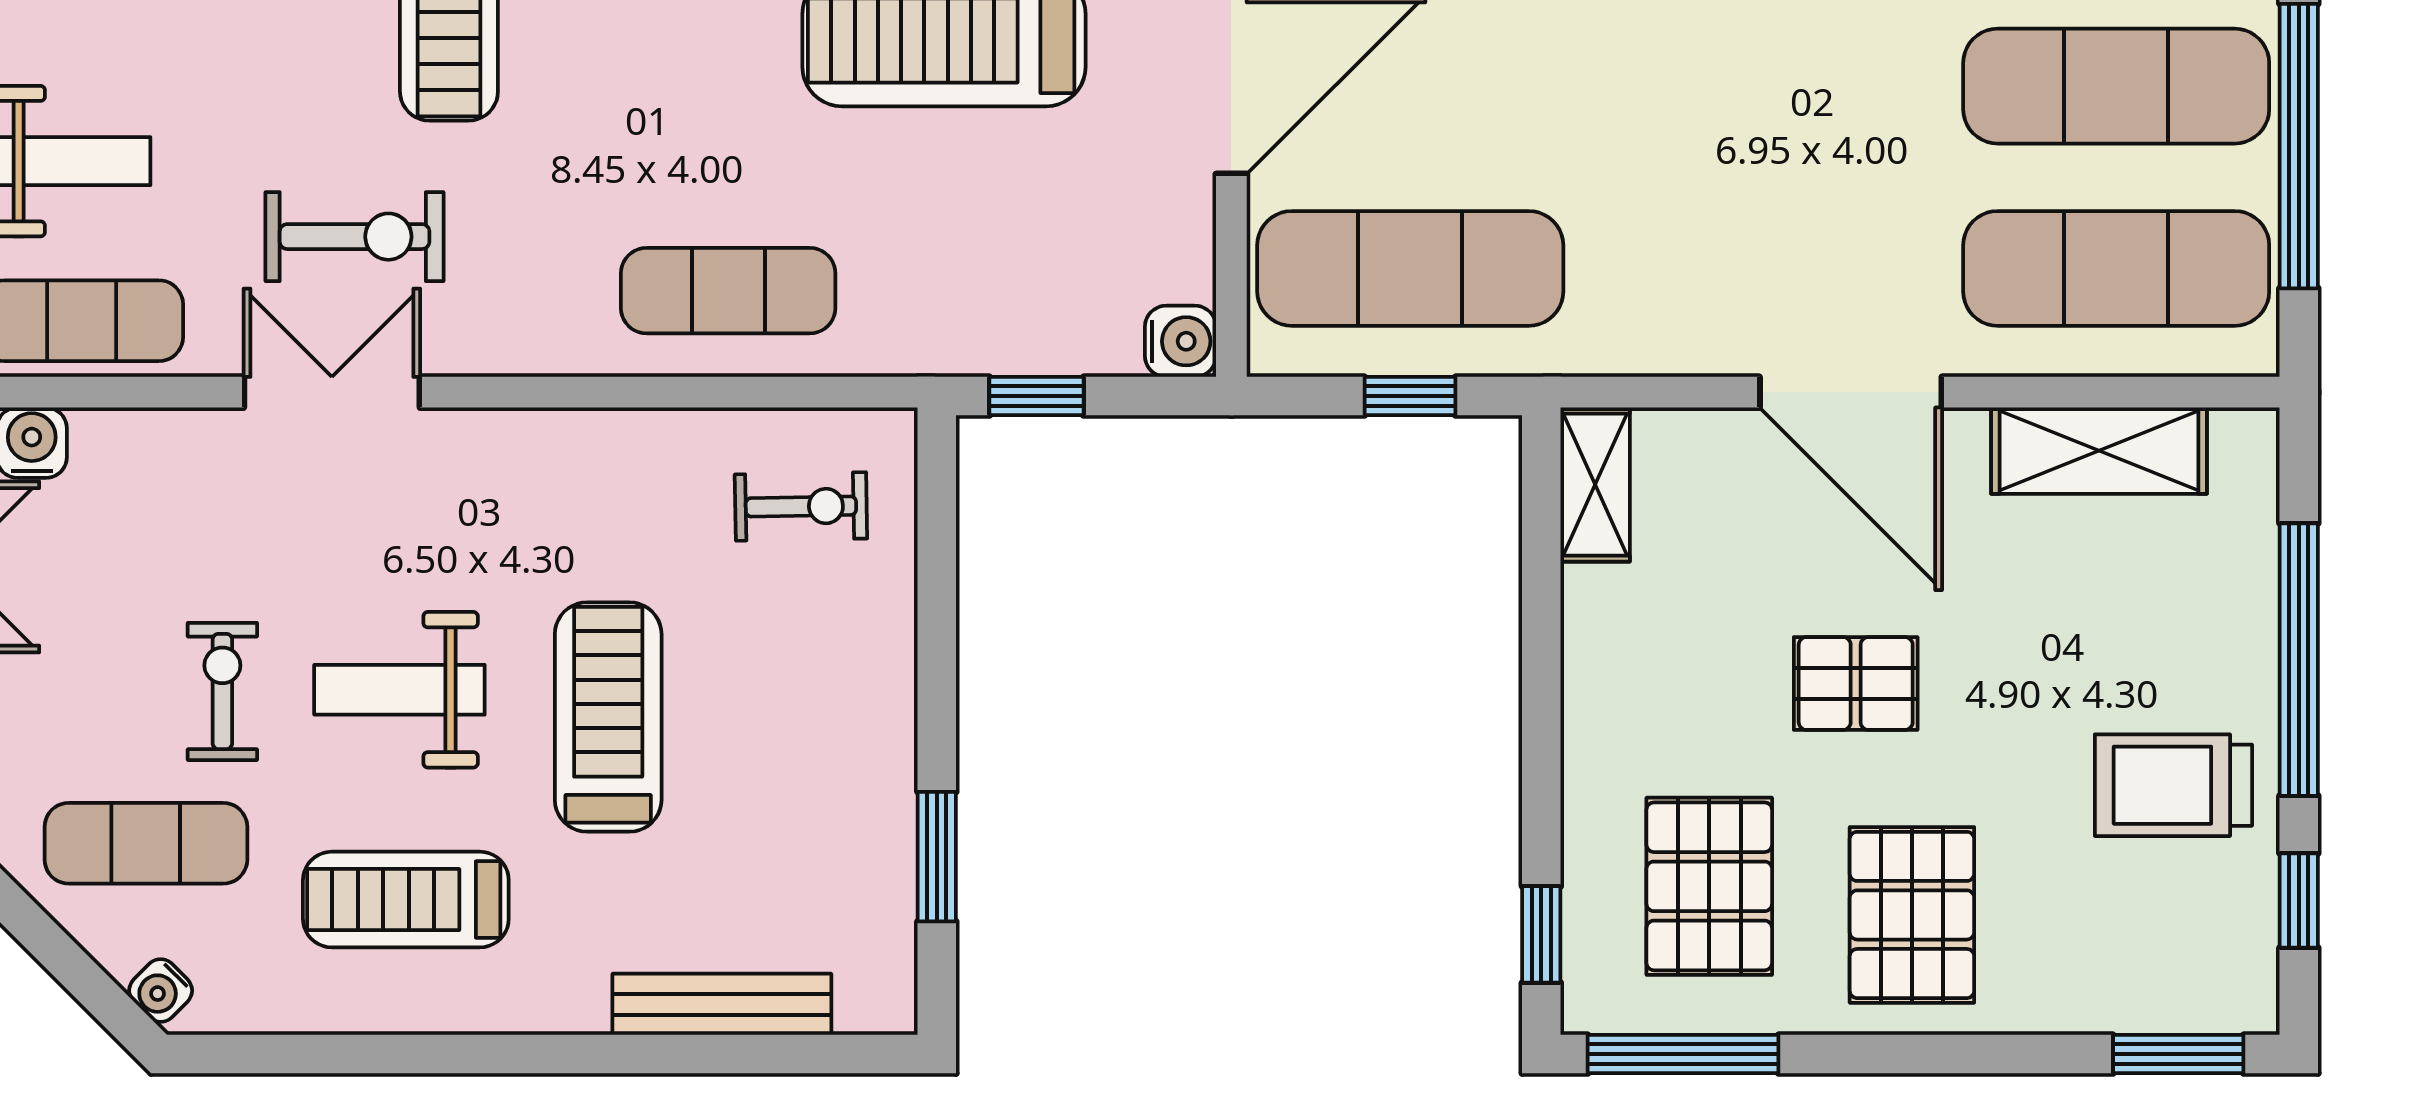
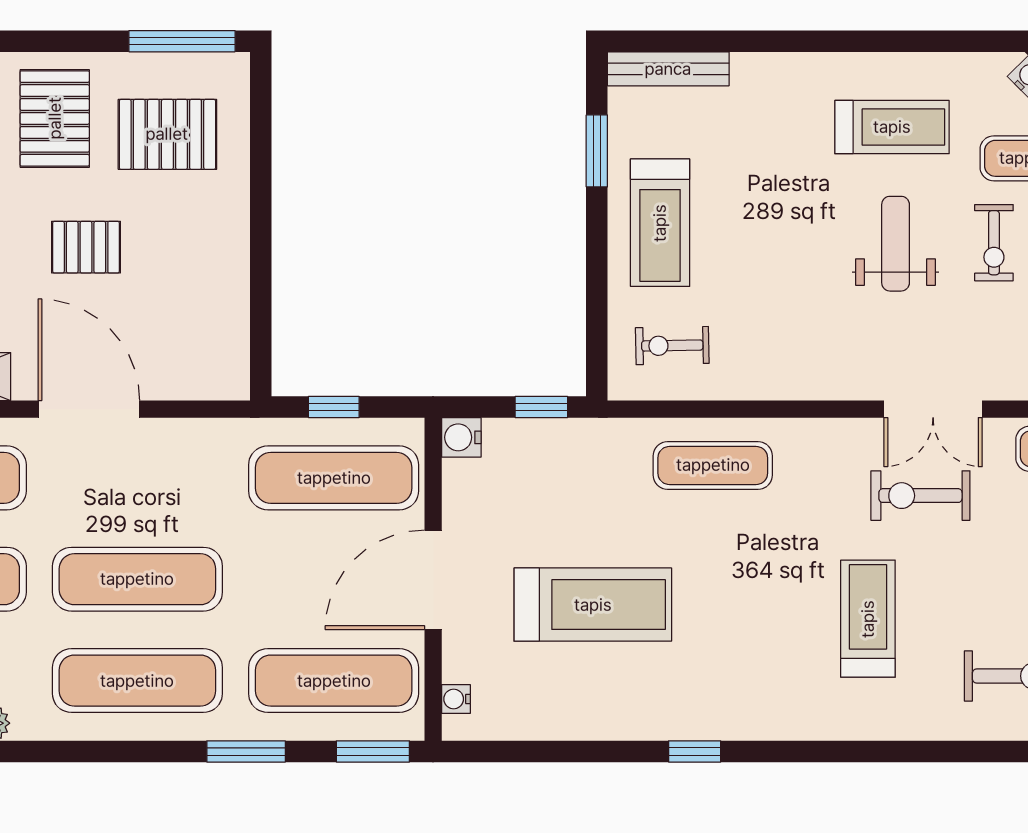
exercise mat: (1763, 86) -> (137, 579), added
shelving: (1595, 485) -> (231, 358), removed
weight bench: (399, 690) -> (896, 244), turned -90
treadmill: (608, 717) -> (660, 223), moved
pallet: (1709, 886) -> (167, 134), turned 90
window: (1541, 934) -> (261, 108), removed
bench: (722, 1004) -> (668, 69), moved

